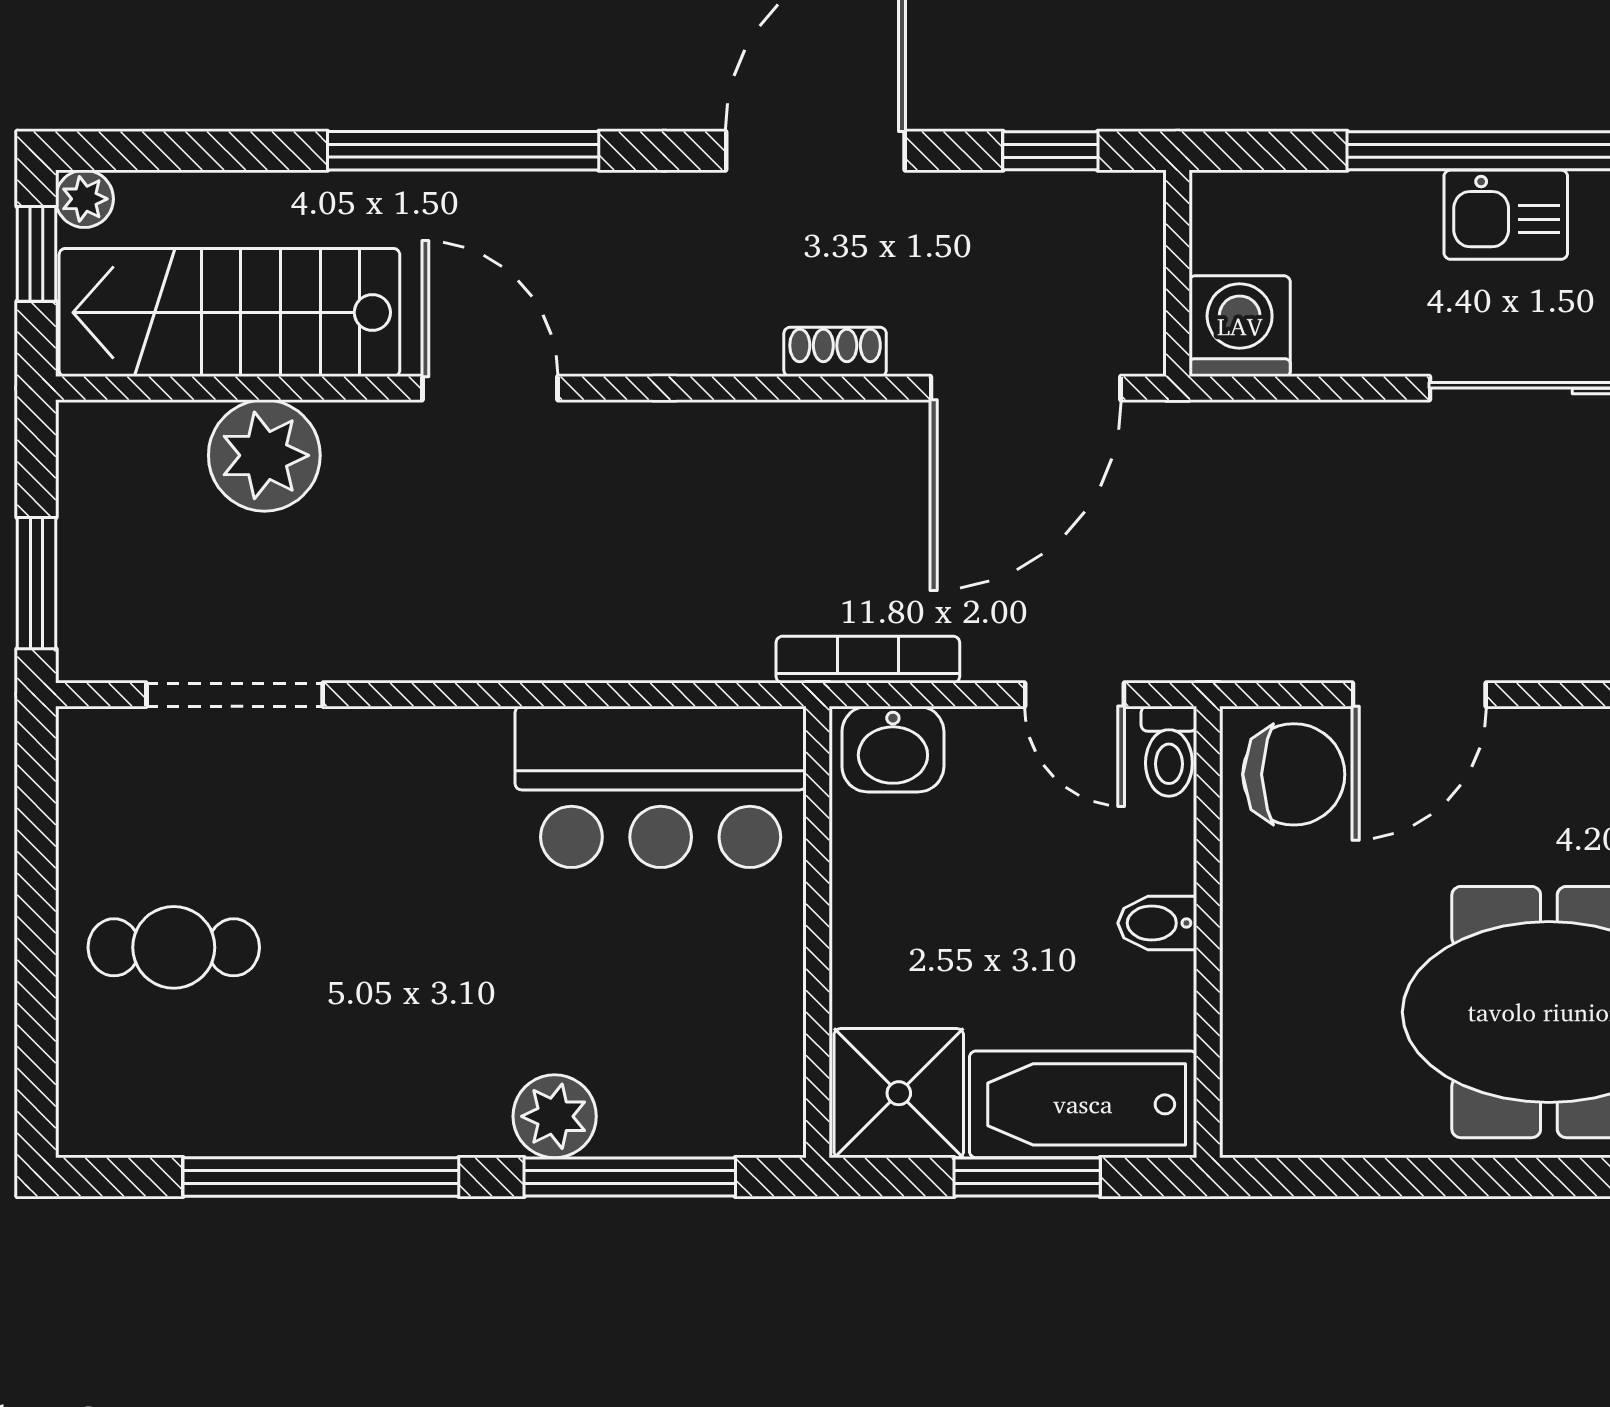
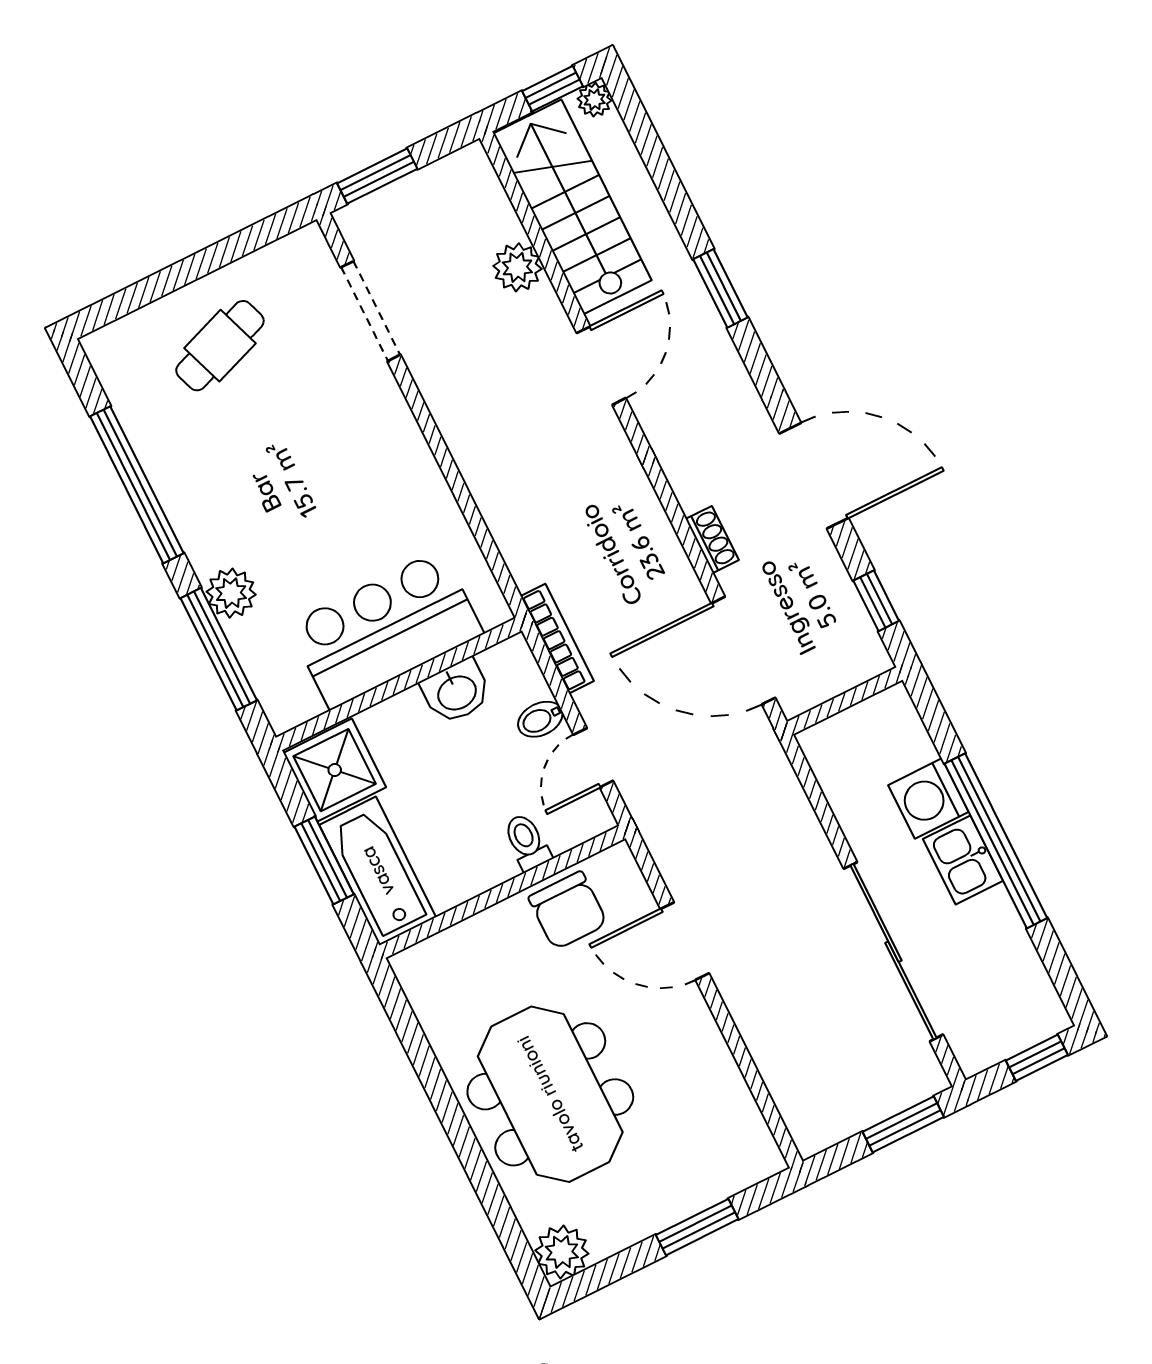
window: (463, 151) -> (720, 288), width x0.47
washing machine: (1240, 326) -> (928, 799), moved, turned 180
plant: (264, 455) -> (517, 267), width x0.73, depth x0.73
washbasin: (893, 749) -> (456, 692), moved, turned -90
toilet: (1169, 751) -> (527, 842), moved, turned 90
chair: (1294, 774) -> (568, 910), moved
bar counter: (661, 787) -> (386, 629), moved, turned 90
bidet: (1157, 923) -> (540, 719), moved, turned -90
cafe table: (174, 947) -> (220, 346), turned 70

